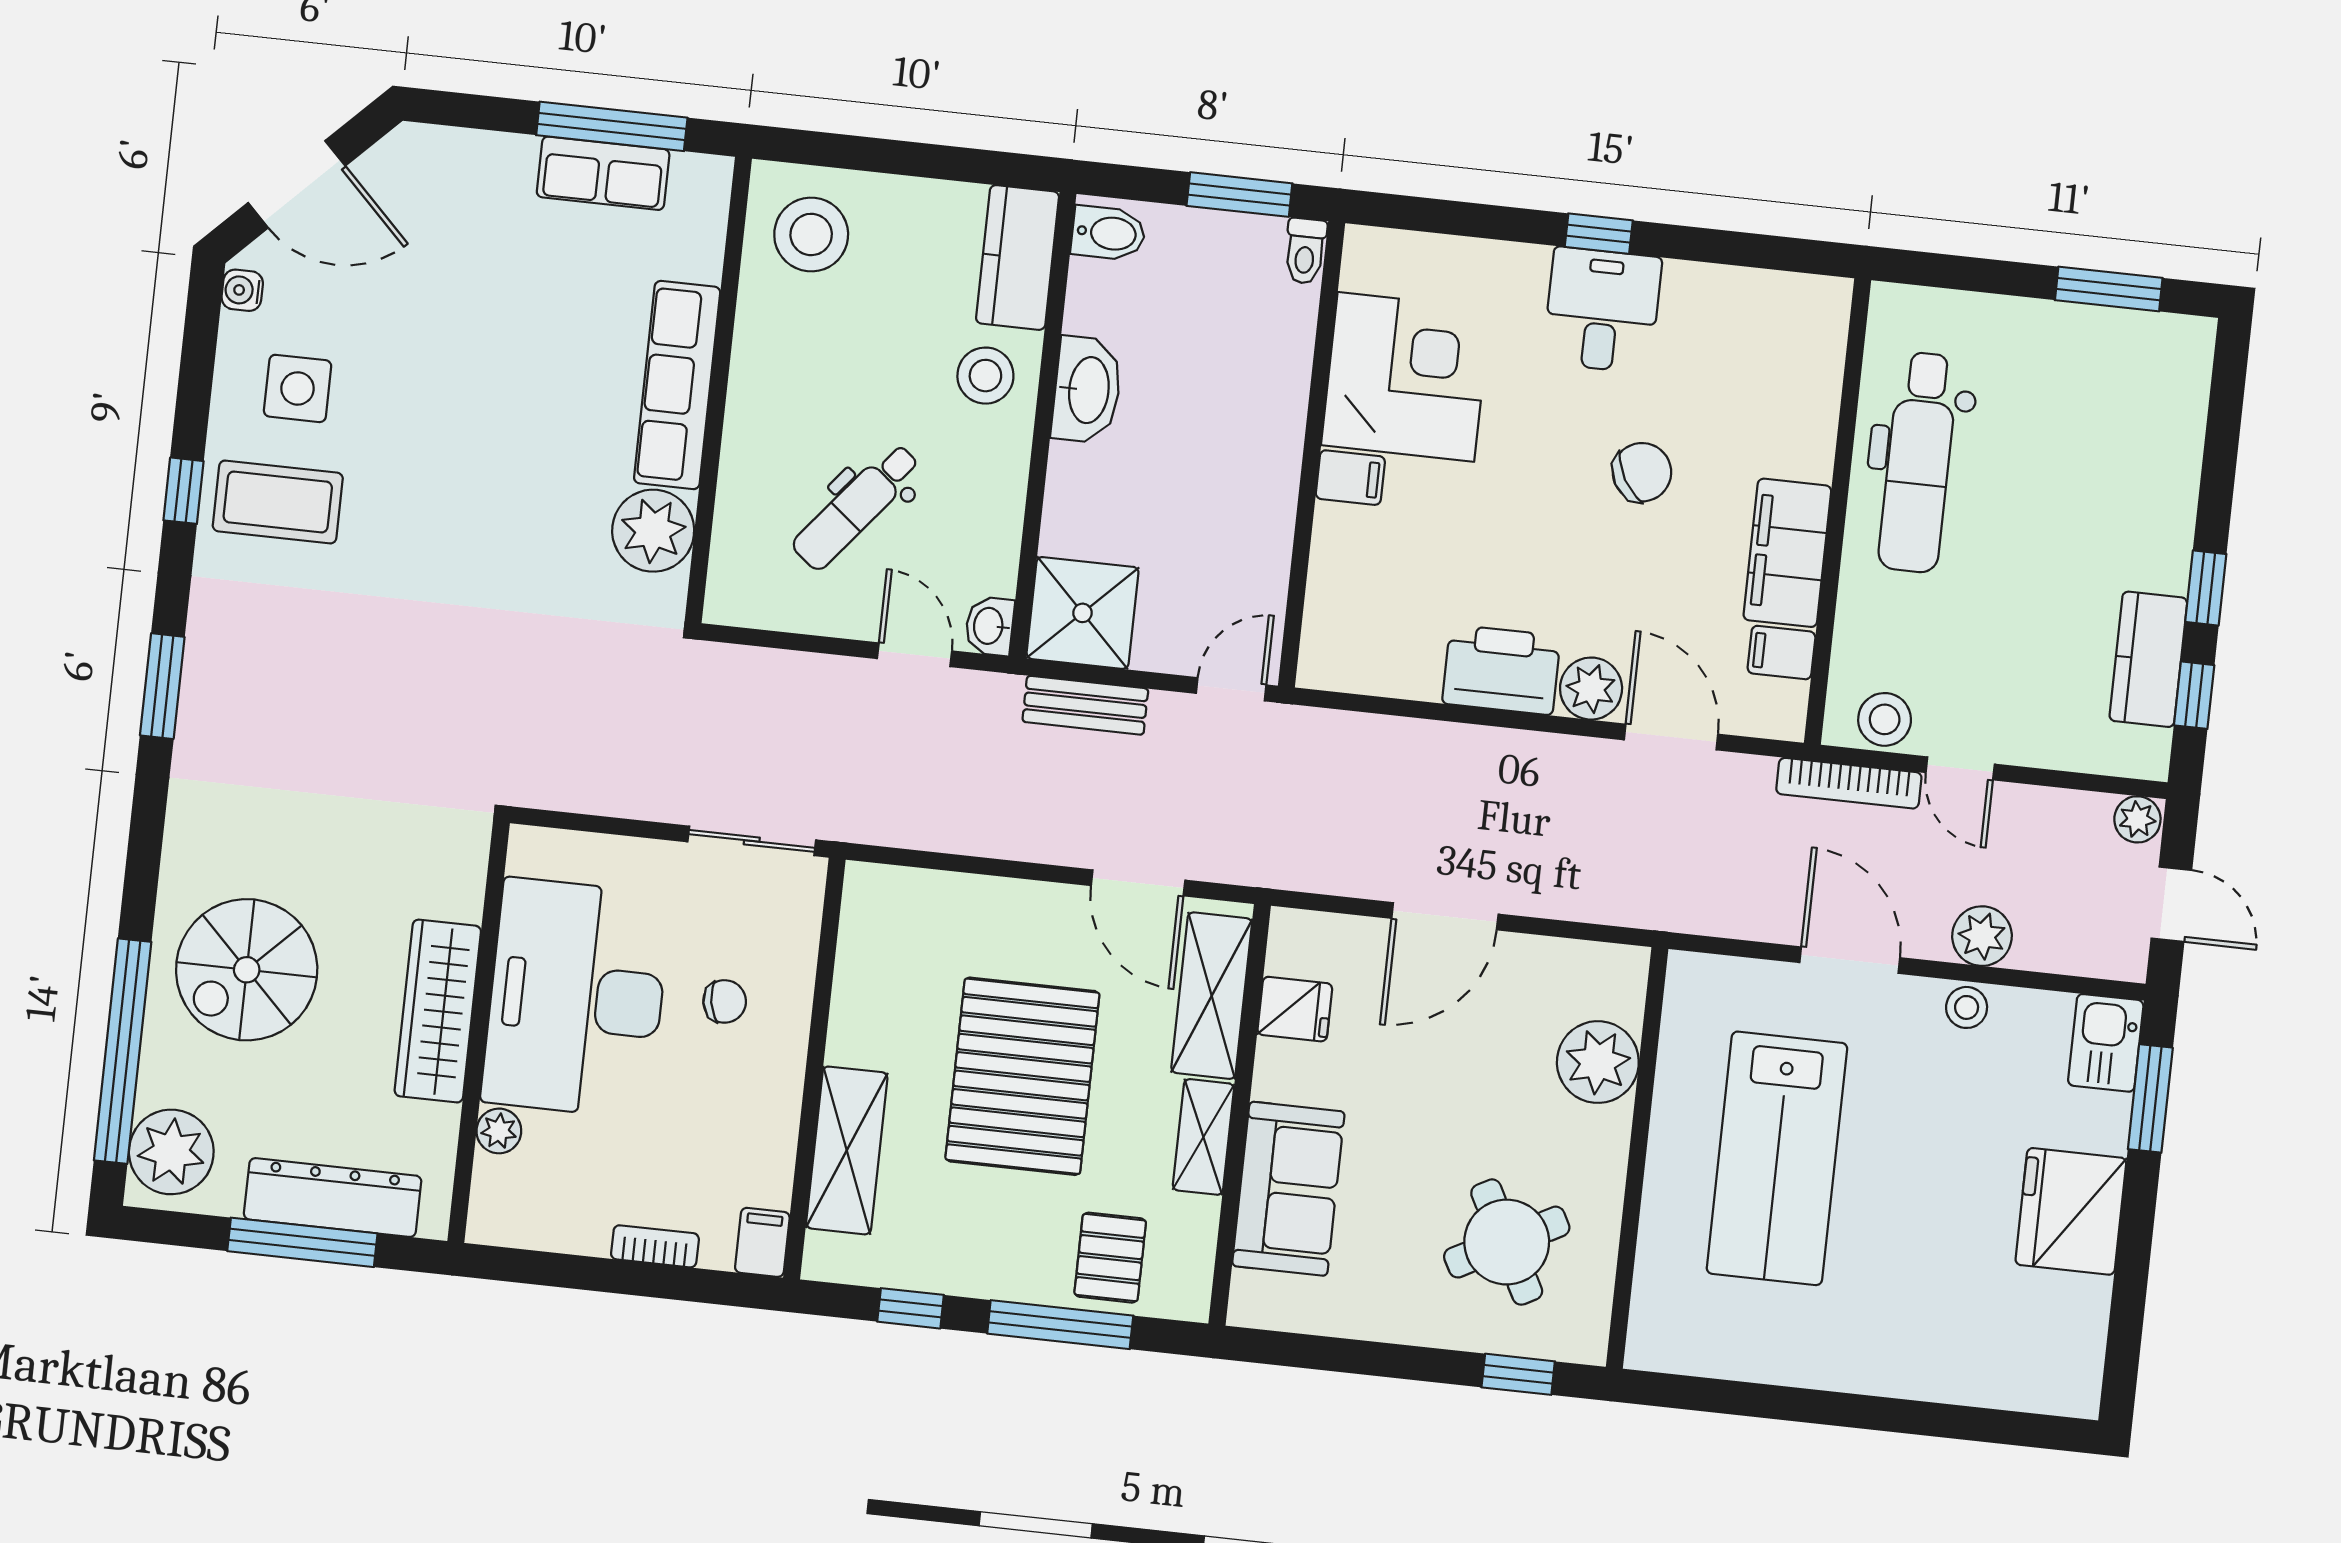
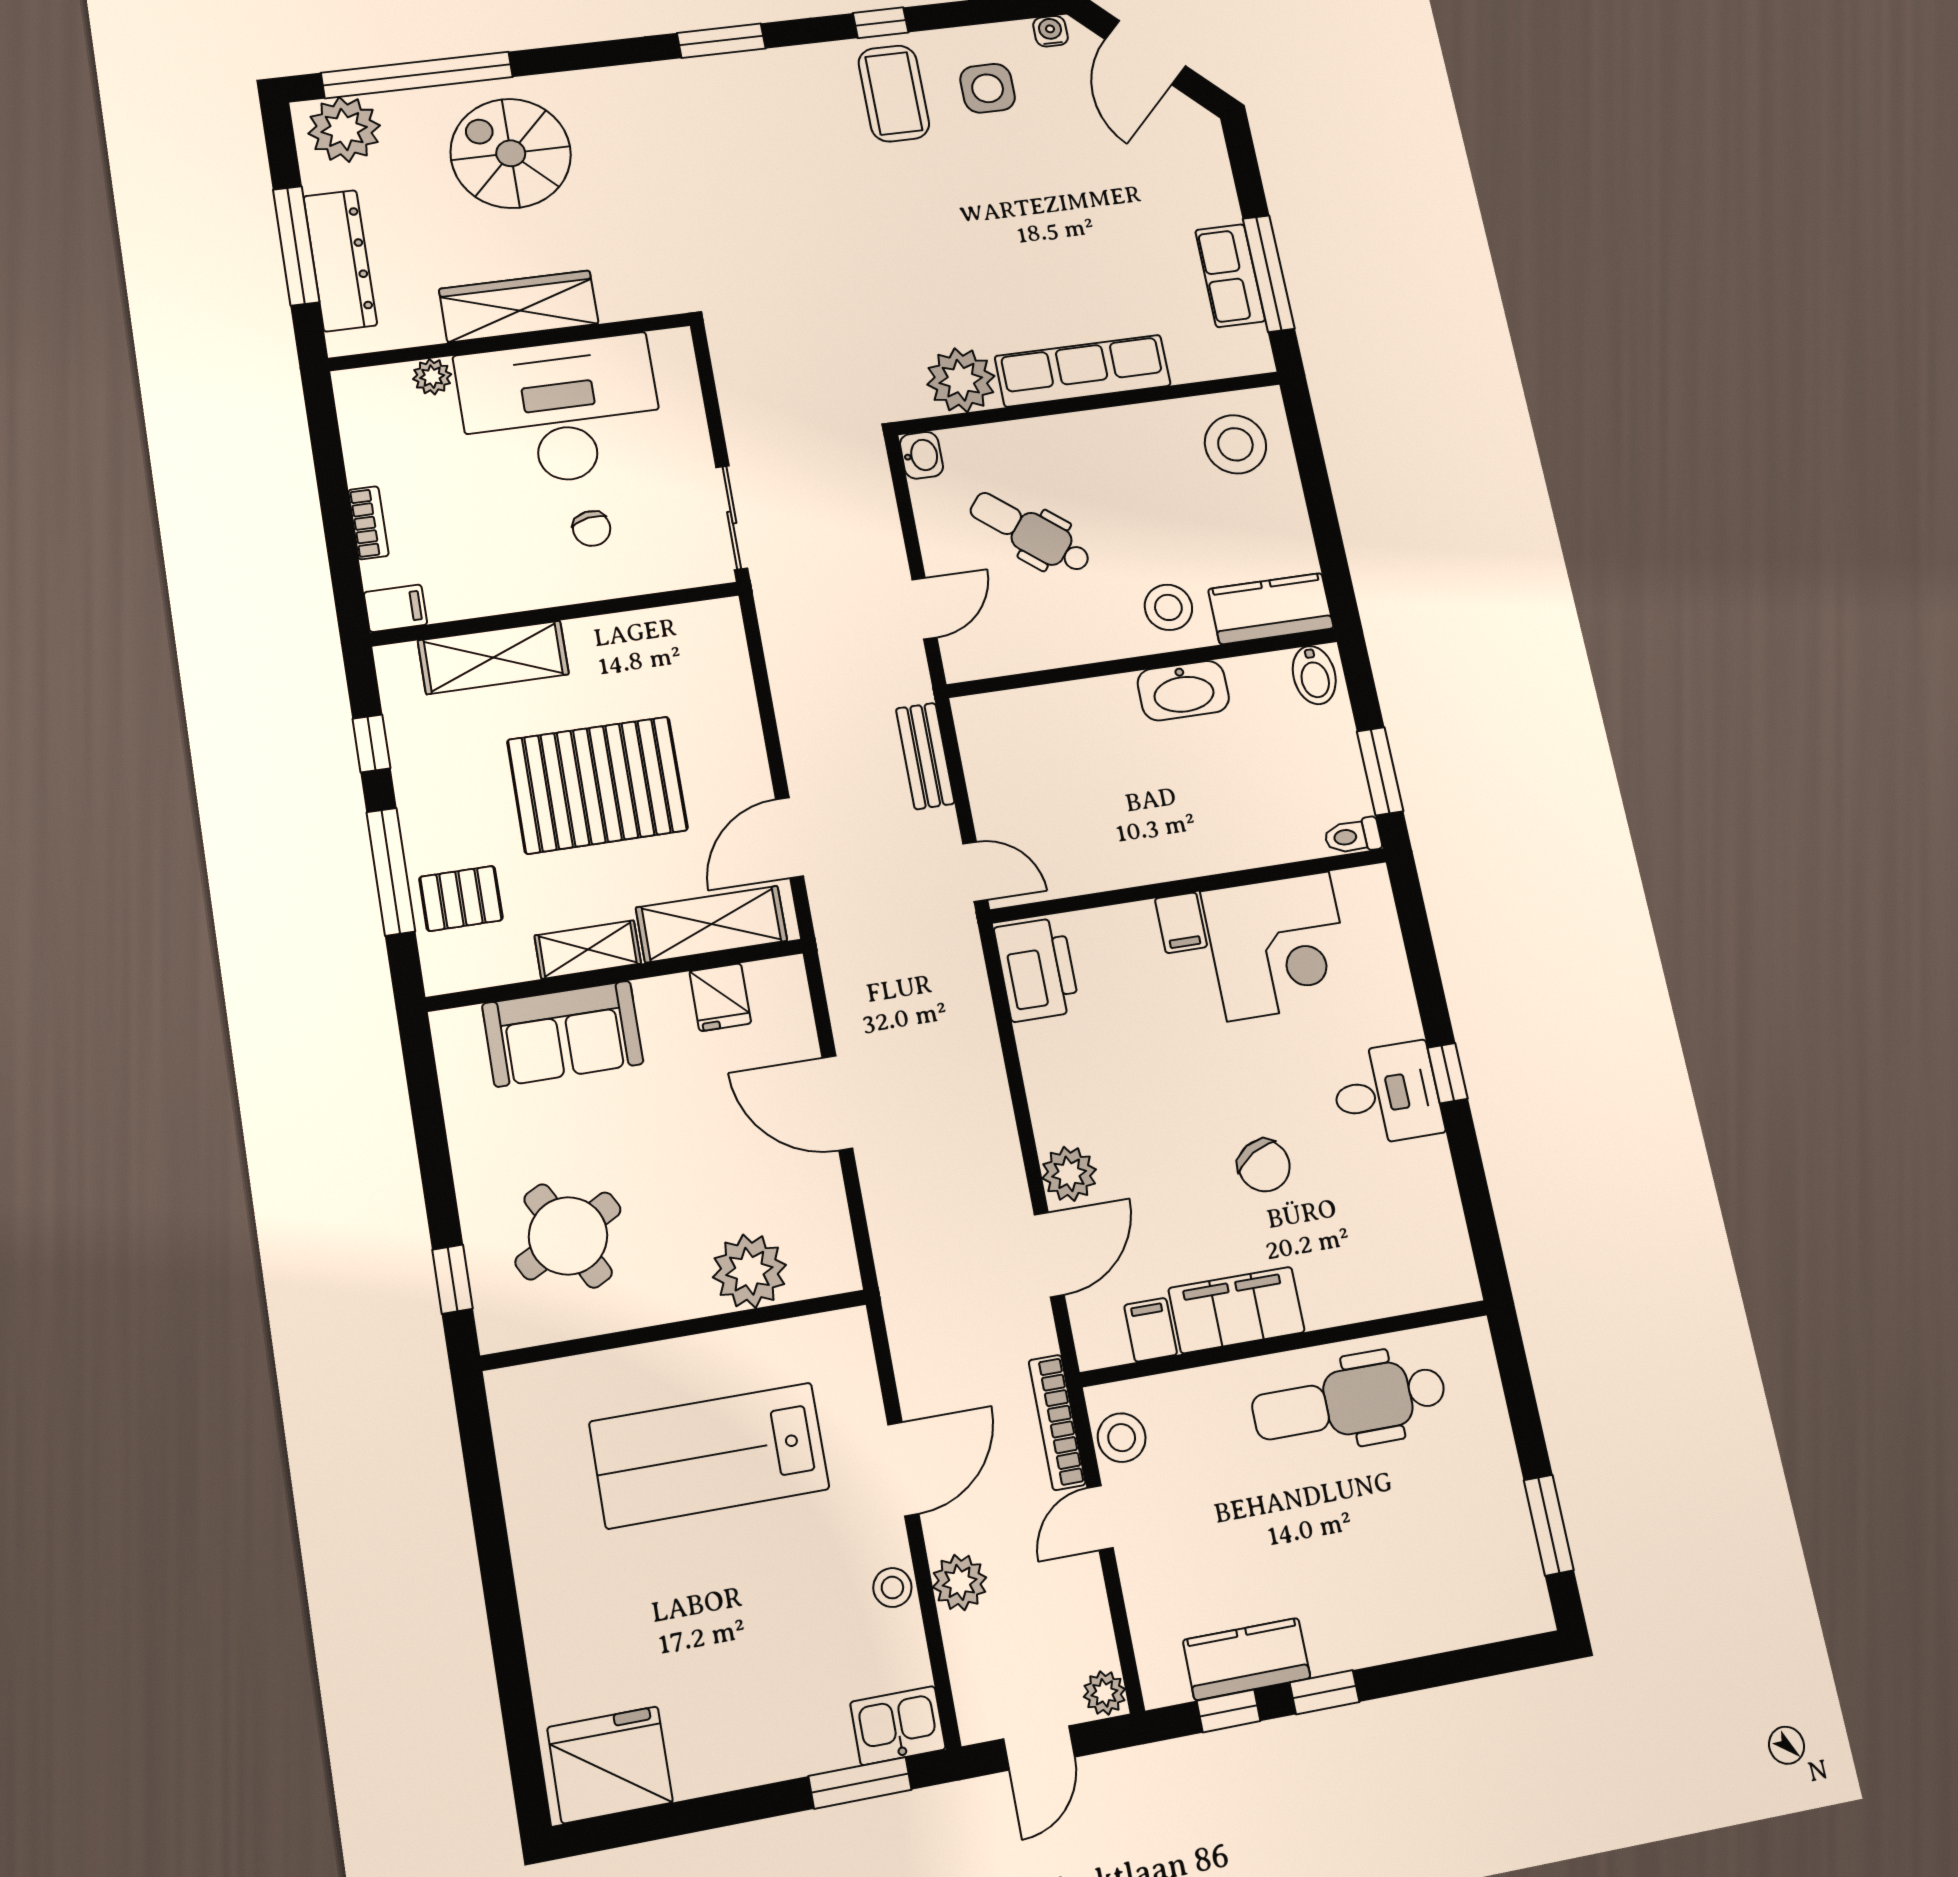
shower: (1083, 613) -> (1001, 734), removed
washbasin: (990, 626) -> (921, 455), moved, turned 90
printer: (1501, 670) -> (1037, 969), moved
fridge: (2071, 1211) -> (610, 1765), moved

